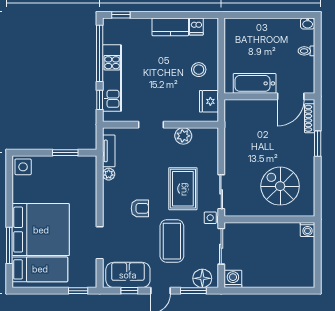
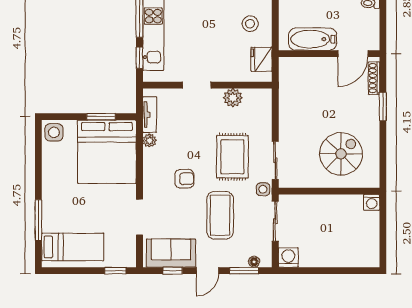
spiral stairs: (280, 186) -> (341, 154), turned 90
bed: (41, 230) -> (107, 152), moved, turned 90
floor lamp: (202, 278) -> (254, 262), width x0.53, depth x0.53

